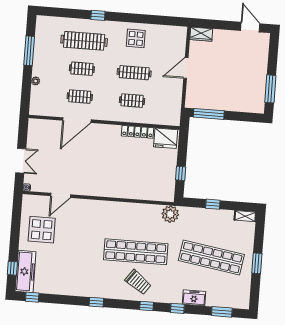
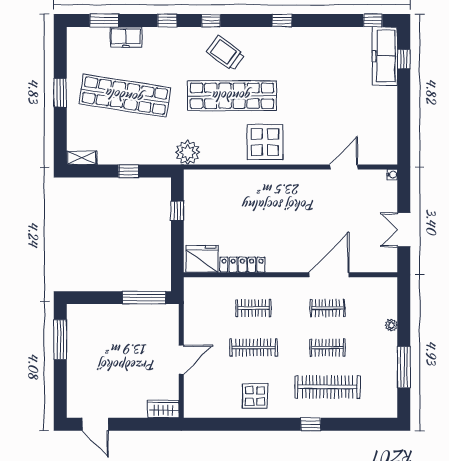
double door: (21, 161) -> (404, 230), moved
display table: (42, 230) -> (265, 142), moved
freezer: (194, 298) -> (126, 37), moved

